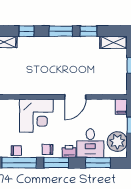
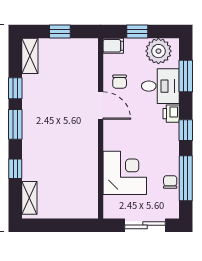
corner desk: (36, 116) -> (125, 173), moved
chair: (47, 149) -> (120, 82), moved
window: (56, 163) -> (186, 130), width x0.67

